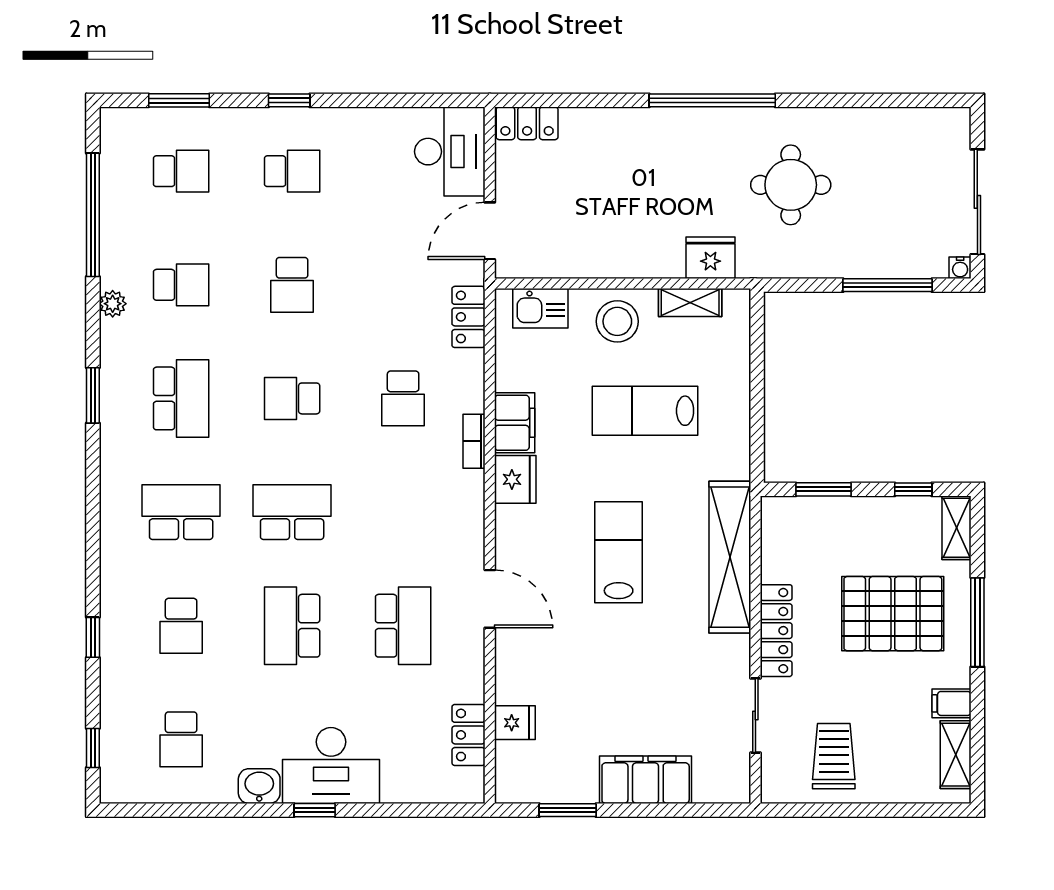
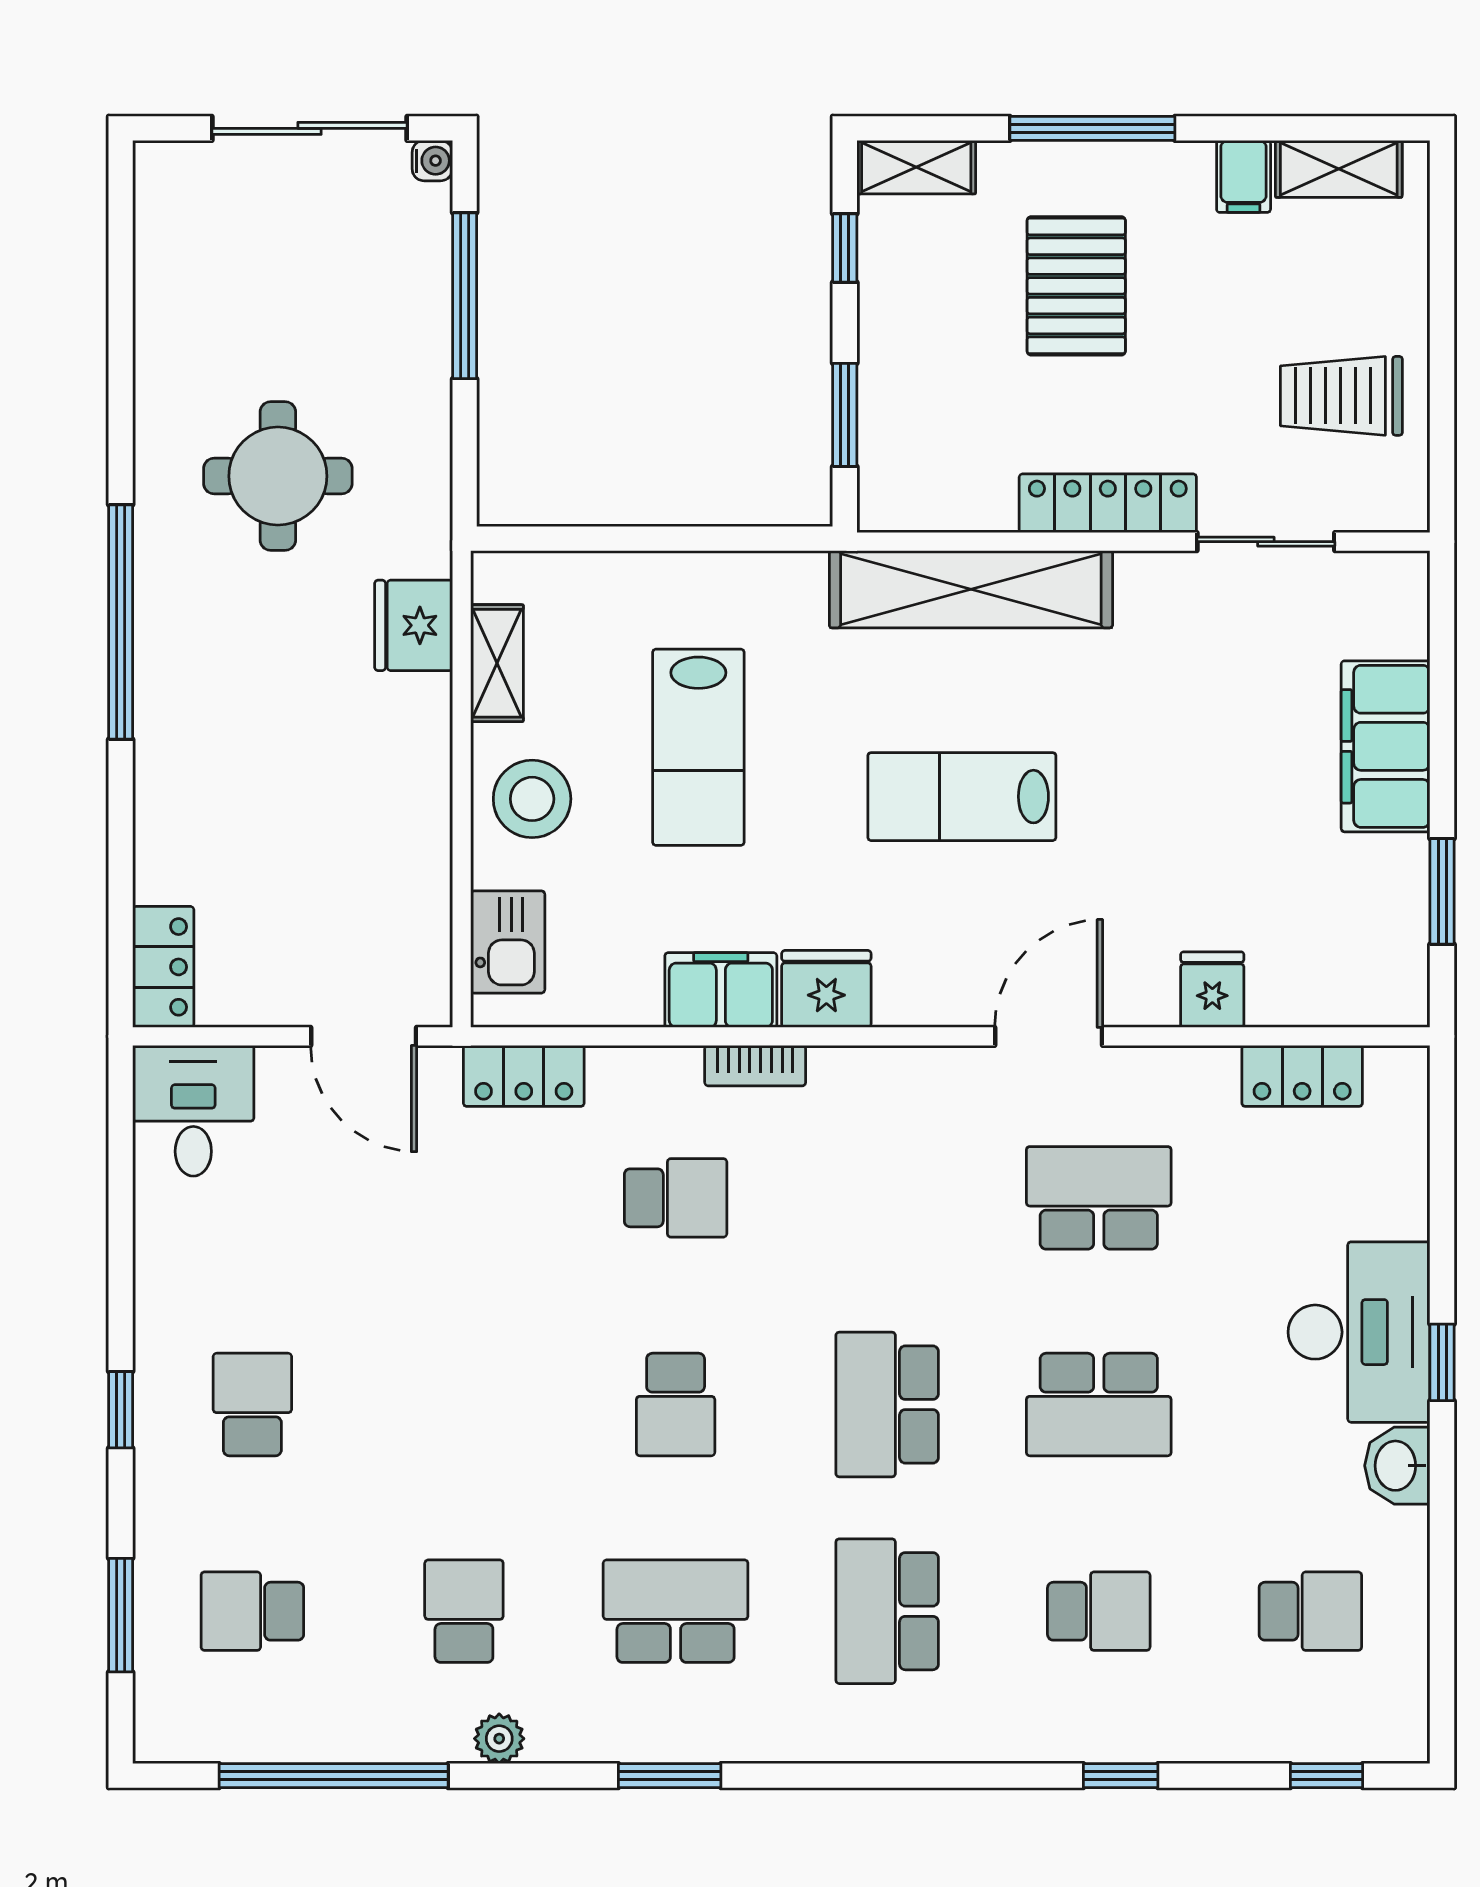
desk: (450, 152) -> (193, 1111), width x0.73
school desk: (181, 171) -> (252, 1611), turned -90
school desk: (292, 285) -> (464, 1405), removed
pallet: (893, 614) -> (1076, 286), width x0.73, depth x0.71
fridge: (515, 723) -> (1212, 990), moved

